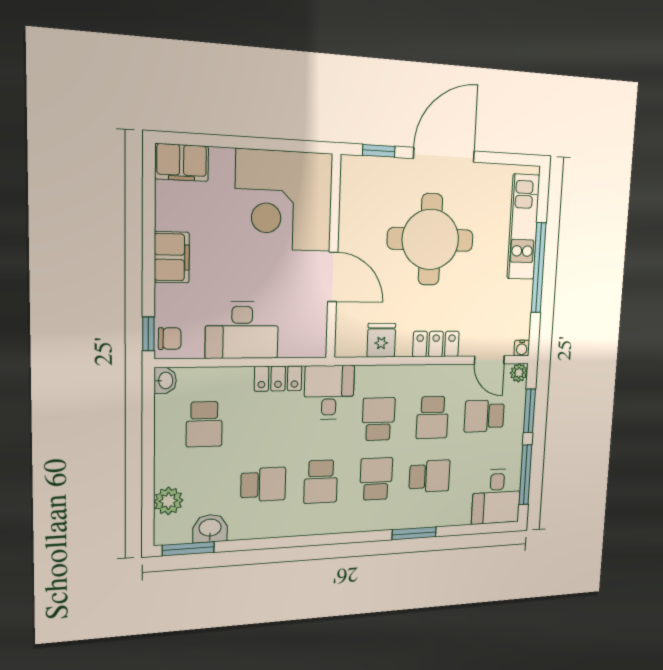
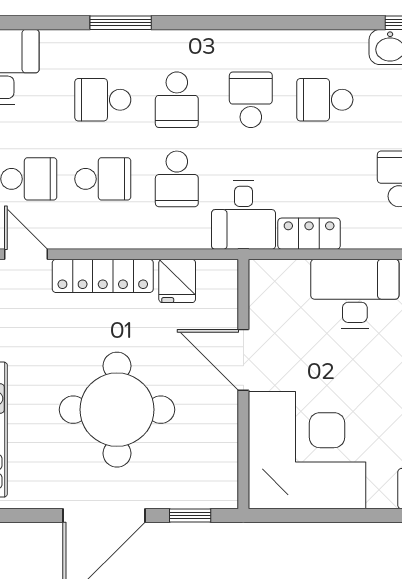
locker: (436, 344) -> (103, 276), width x1.53
school desk: (432, 418) -> (103, 179), turned 90

